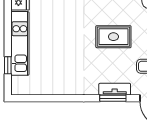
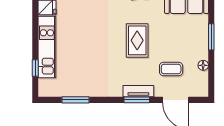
rug: (113, 37) -> (137, 40), turned 90
window: (49, 98) -> (75, 100), added

